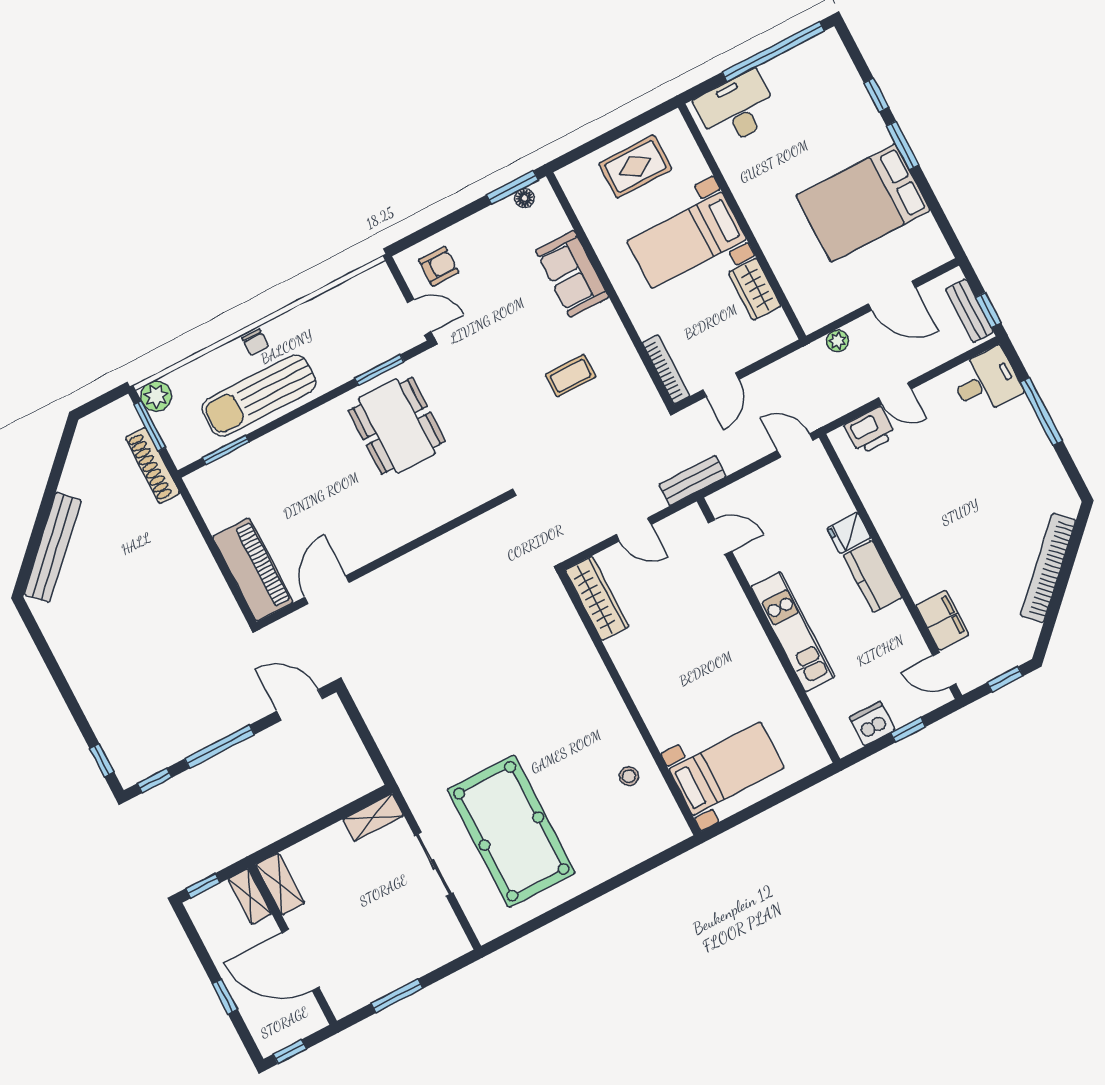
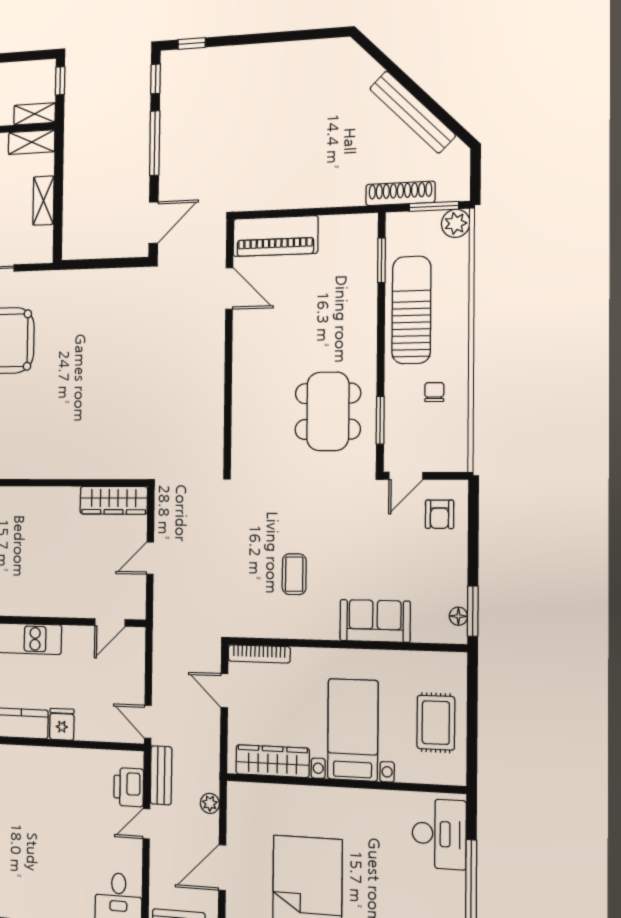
wardrobe: (755, 289) -> (273, 761), width x1.50
chair: (255, 342) -> (434, 392), moved, turned 90
dining table: (397, 426) -> (328, 411), turned 90
door: (795, 445) -> (148, 722), swing flipped
bench: (692, 481) -> (161, 775), moved
bench: (53, 547) -> (412, 112), moved
shelving: (373, 817) -> (43, 201), moved

